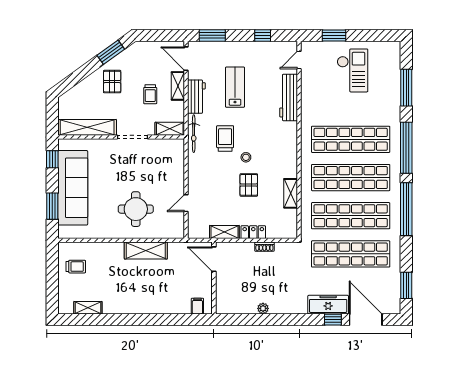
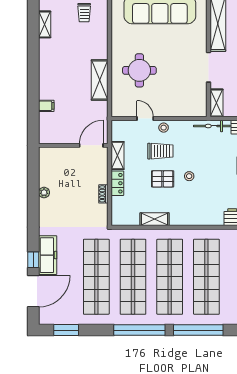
trolley: (225, 138) -> (160, 151), moved
stool: (195, 184) -> (164, 128), added
filing cabinet: (197, 306) -> (46, 106), moved

